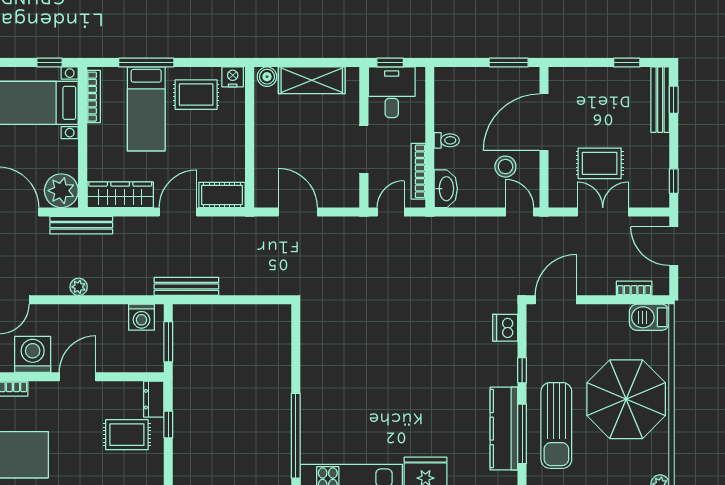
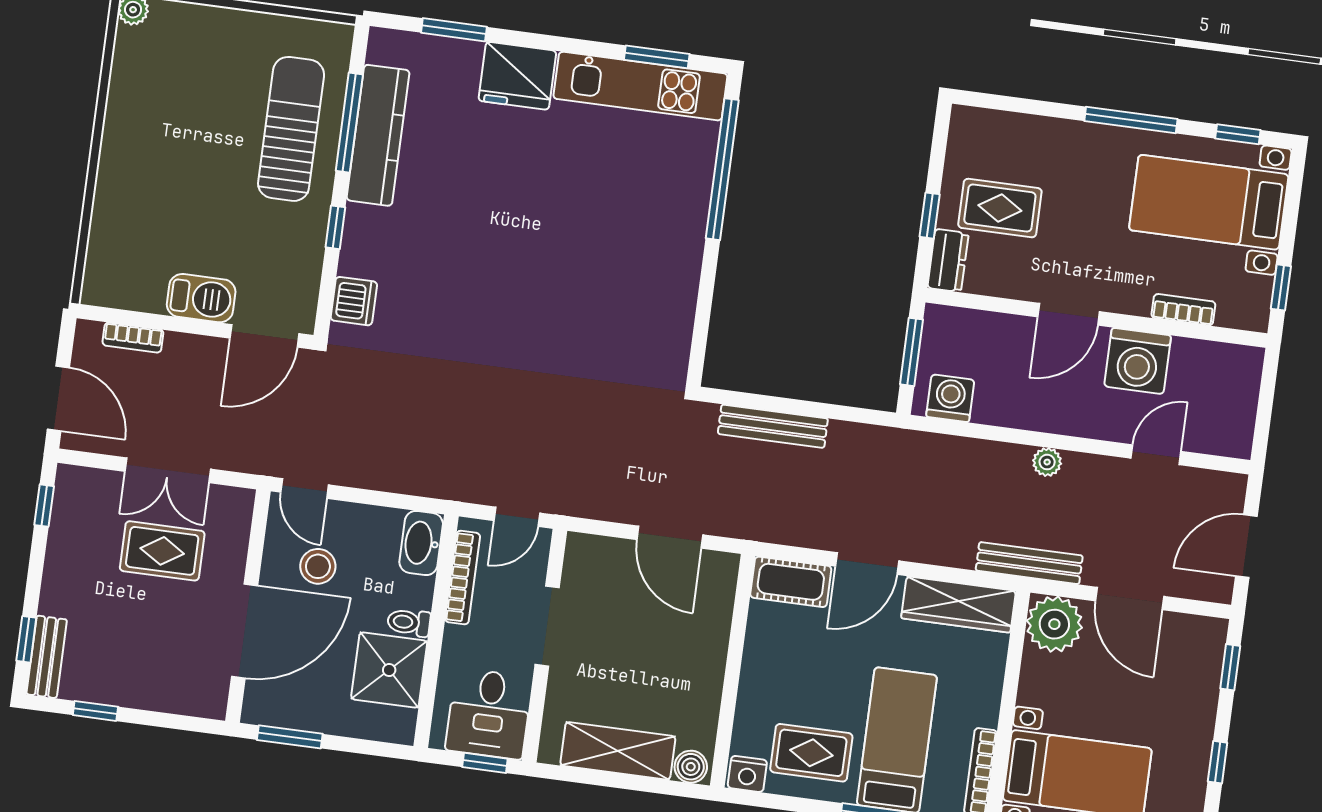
bench: (660, 100) -> (47, 657), width x0.73
shower: (455, 110) -> (389, 670), added
bench: (186, 286) -> (773, 426), moved
barbecue: (649, 317) -> (201, 298), moved
parasol: (626, 399) -> (170, 157), removed

